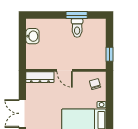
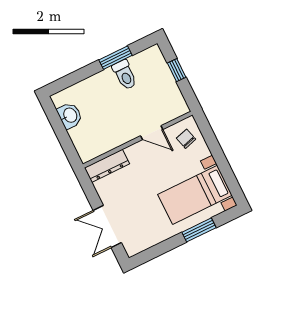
window: (109, 54) -> (177, 70), moved
door: (65, 70) -> (152, 133), moved

